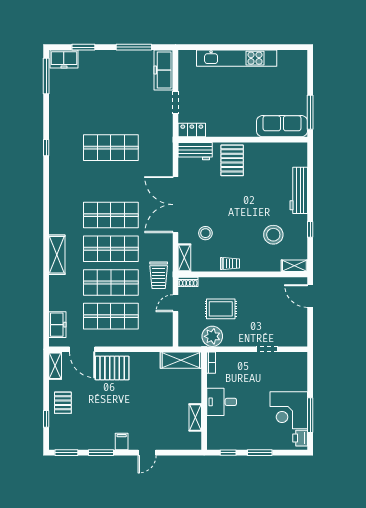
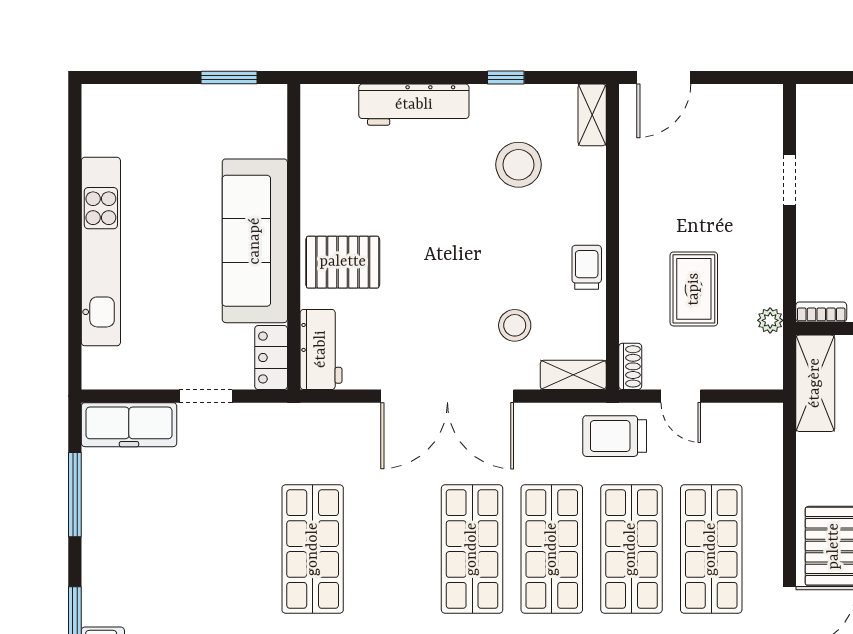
window: (310, 112) -> (229, 77), width x0.69
sofa: (282, 126) -> (255, 241), moved, width x1.36, depth x1.27
trolley: (159, 275) -> (615, 436), turned 180
plant: (212, 336) -> (770, 320), width x0.53, depth x0.53

